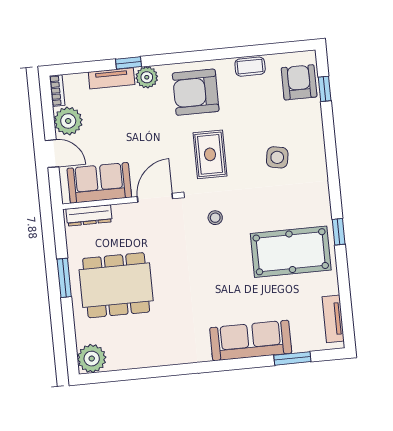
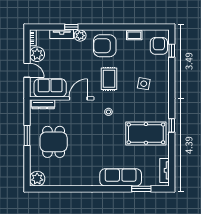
dining table: (116, 285) -> (54, 142), width x0.73

